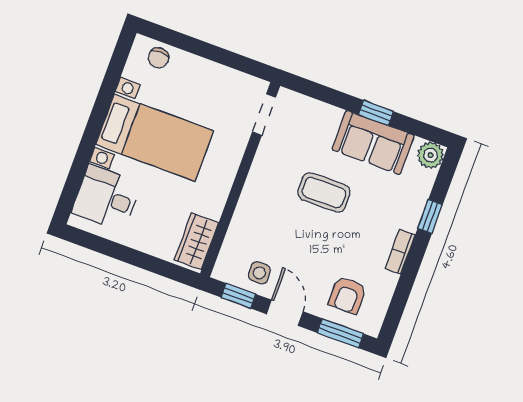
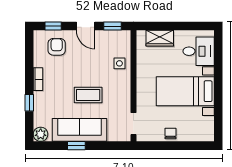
chair: (158, 58) -> (171, 134), moved
sofa: (373, 142) -> (80, 130), width x1.36
wardrobe: (197, 241) -> (160, 38), moved, turned 90
side table: (259, 273) -> (119, 63), moved
window: (340, 333) -> (53, 26), width x0.67

